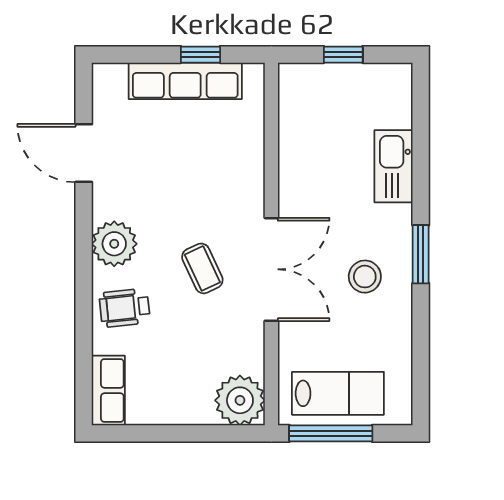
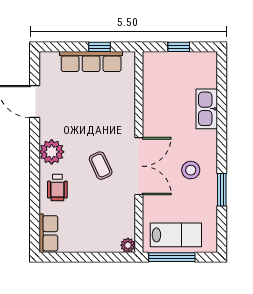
window: (421, 254) -> (222, 190), moved
wheelchair: (125, 308) -> (57, 187), turned -84
plant: (240, 400) -> (128, 245), width x0.53, depth x0.53

